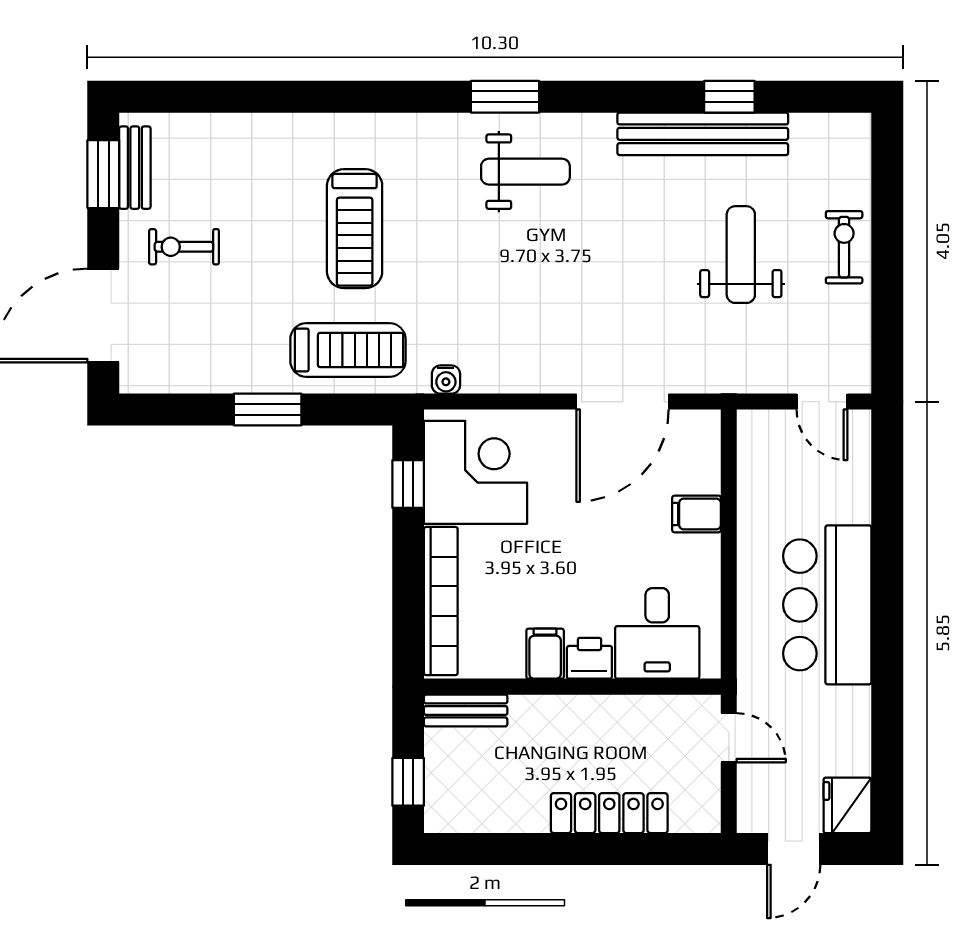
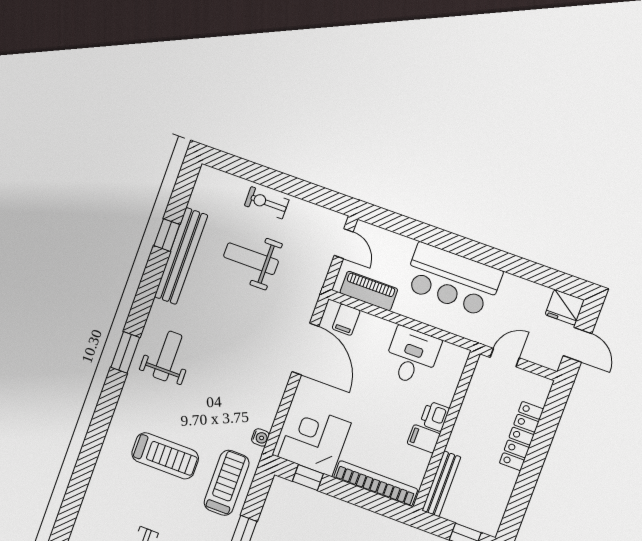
door: (822, 402) -> (344, 244), hinge flipped
piano: (758, 472) -> (369, 291), added
filing cabinet: (697, 514) -> (346, 320), moved
desk: (657, 633) -> (412, 356), moved, turned -90
bench: (466, 710) -> (441, 484), width x1.36

